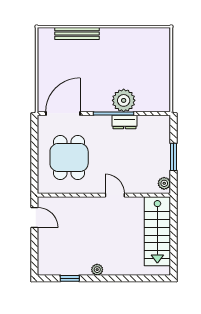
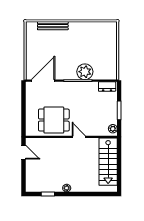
dresser: (124, 122) -> (107, 87), moved
dining table: (69, 157) -> (54, 120), moved, turned 90

